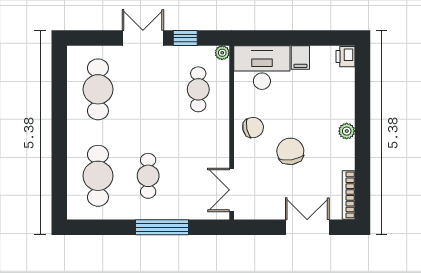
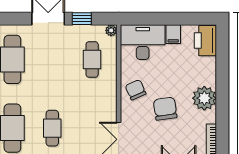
printer: (346, 57) -> (205, 41), width x1.87, depth x1.48
chair: (253, 128) -> (136, 90), turned -102
plant: (347, 131) -> (204, 98), width x1.88, depth x1.88

